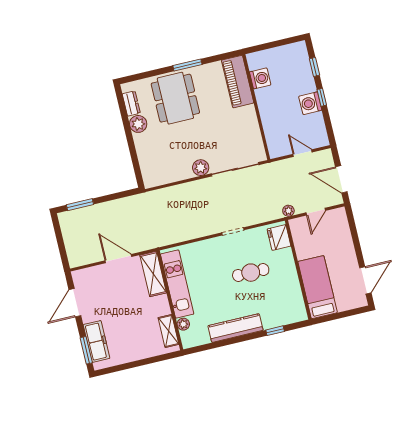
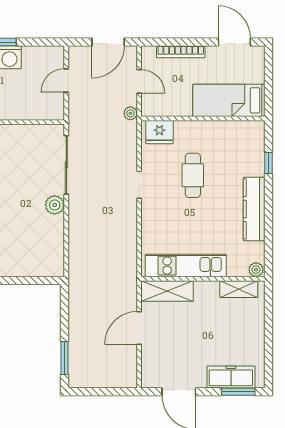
bookcase: (347, 239) -> (181, 52), added
plant: (183, 324) -> (256, 270), moved

